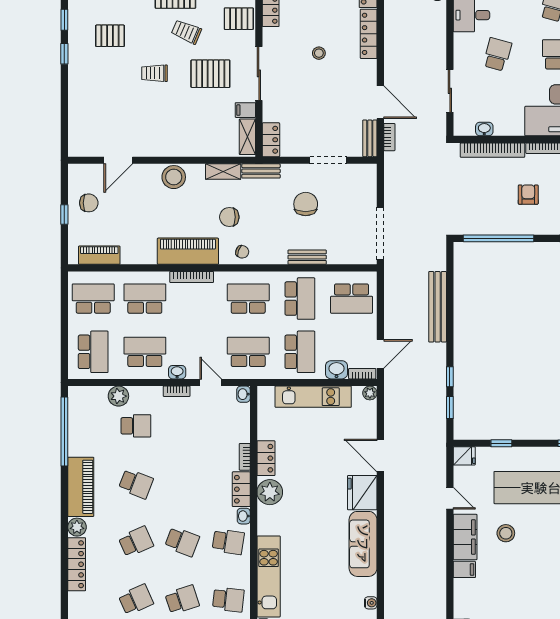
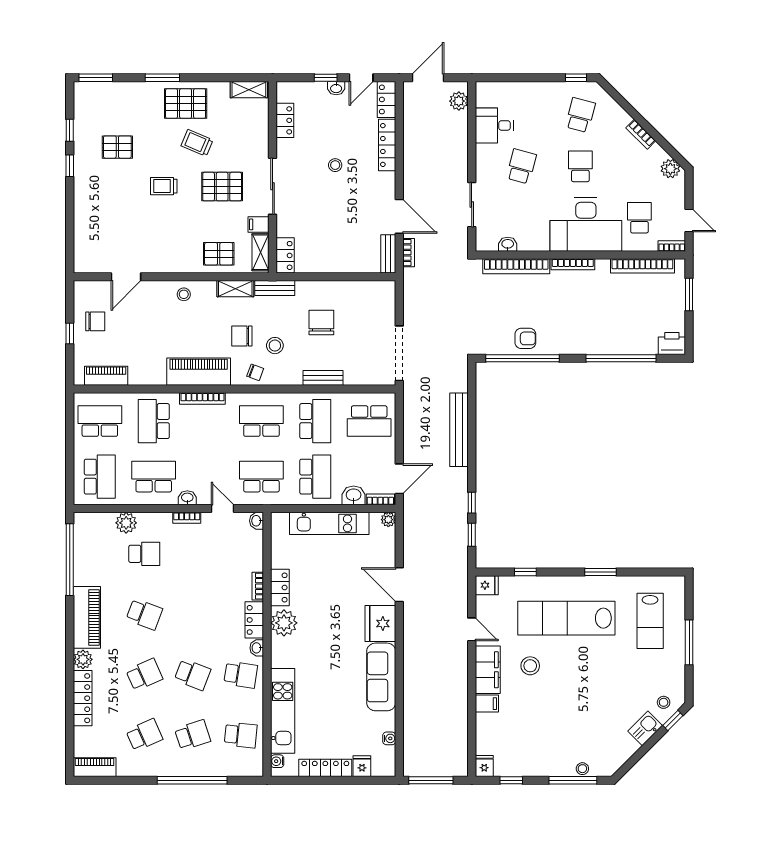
pallet: (239, 19) -> (219, 254), moved
doorway: (328, 160) -> (345, 277), removed
stool: (174, 177) -> (184, 294), width x0.53, depth x0.53
armchair: (528, 195) -> (525, 338), moved, turned 90
stool: (261, 226) -> (275, 346), added
school desk: (145, 299) -> (154, 421), turned -90

